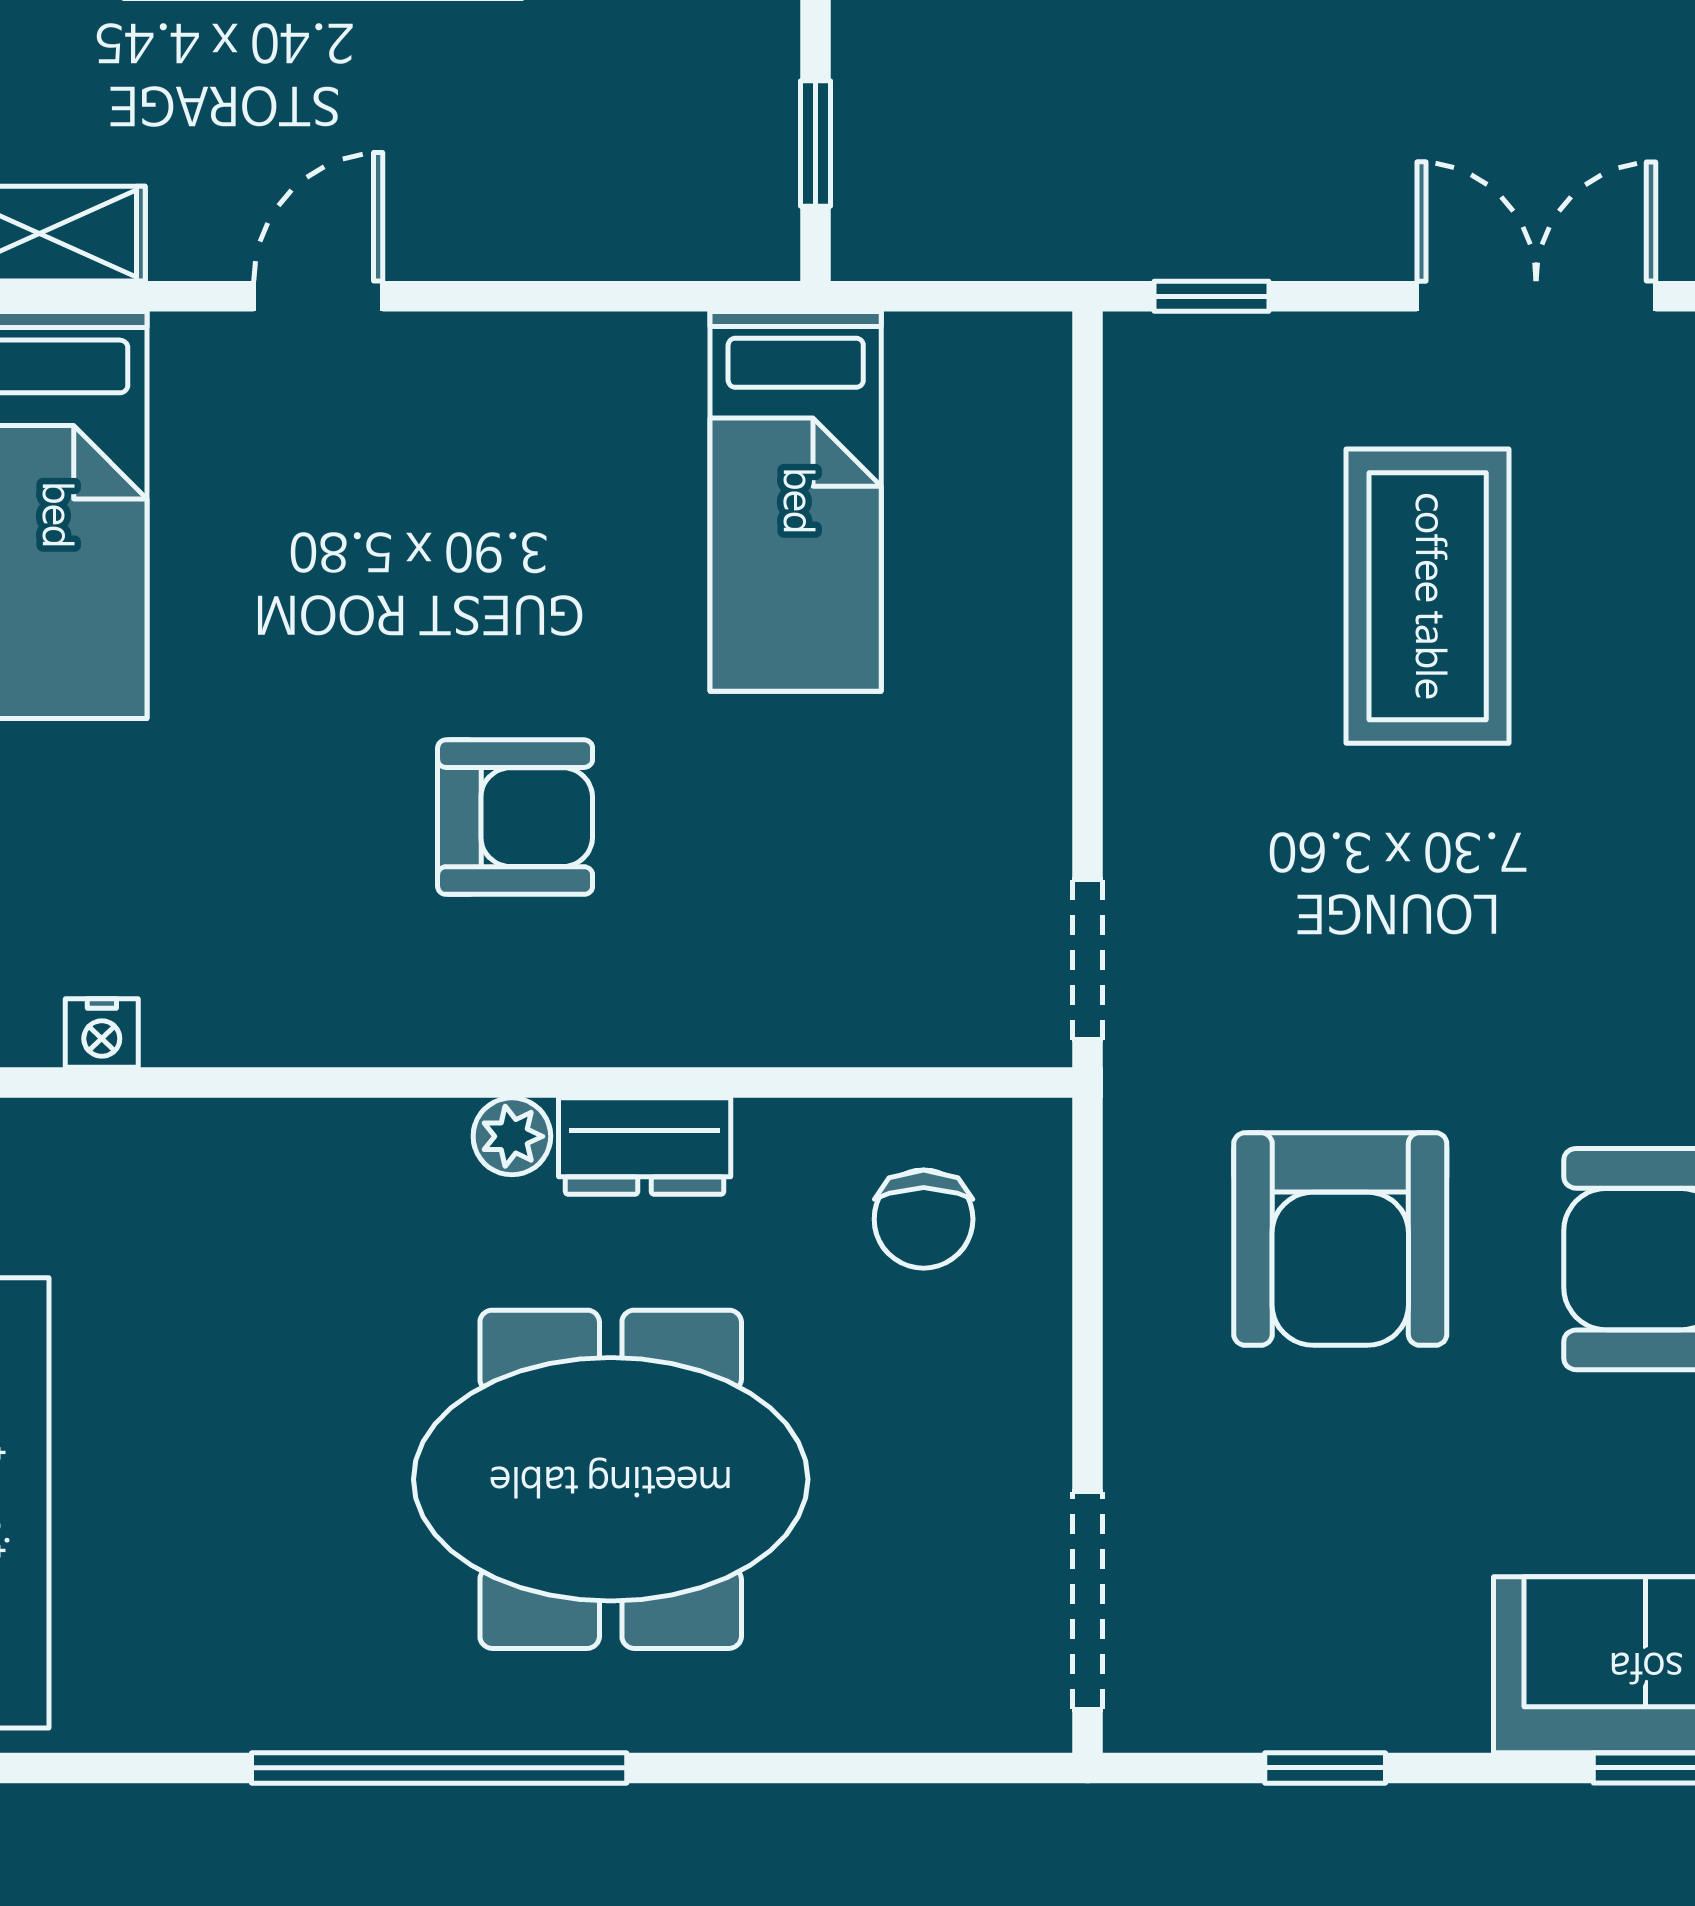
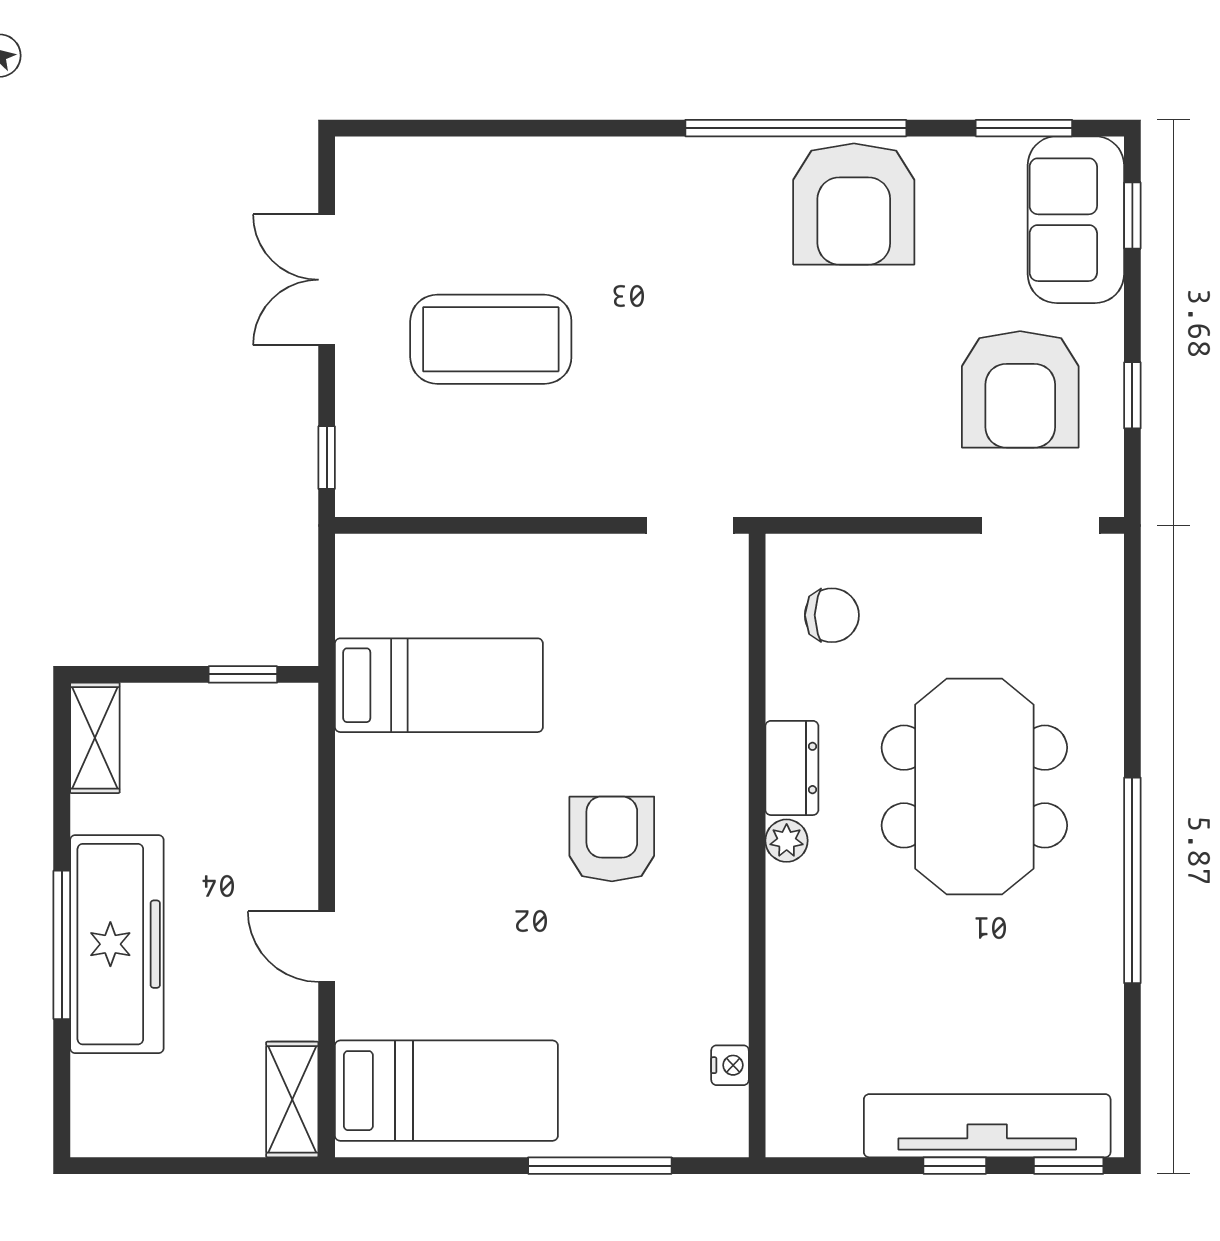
armchair: (1340, 1239) -> (1020, 389), moved, turned 90

